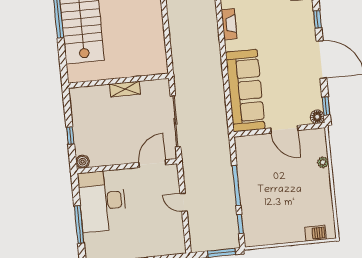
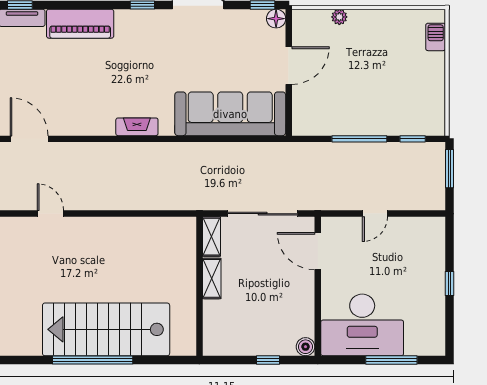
shelving: (155, 86) -> (211, 237), added

